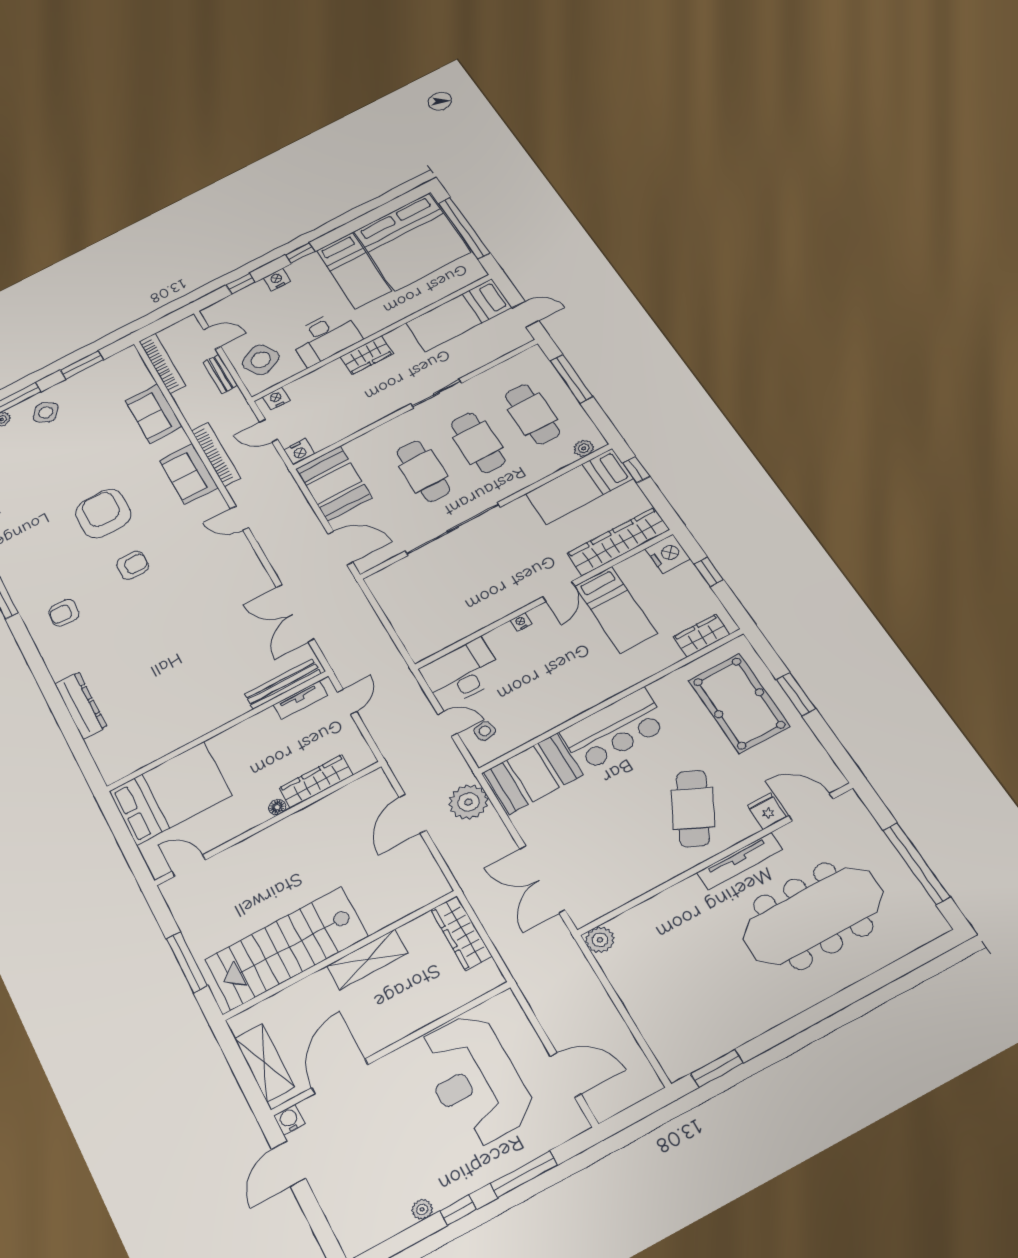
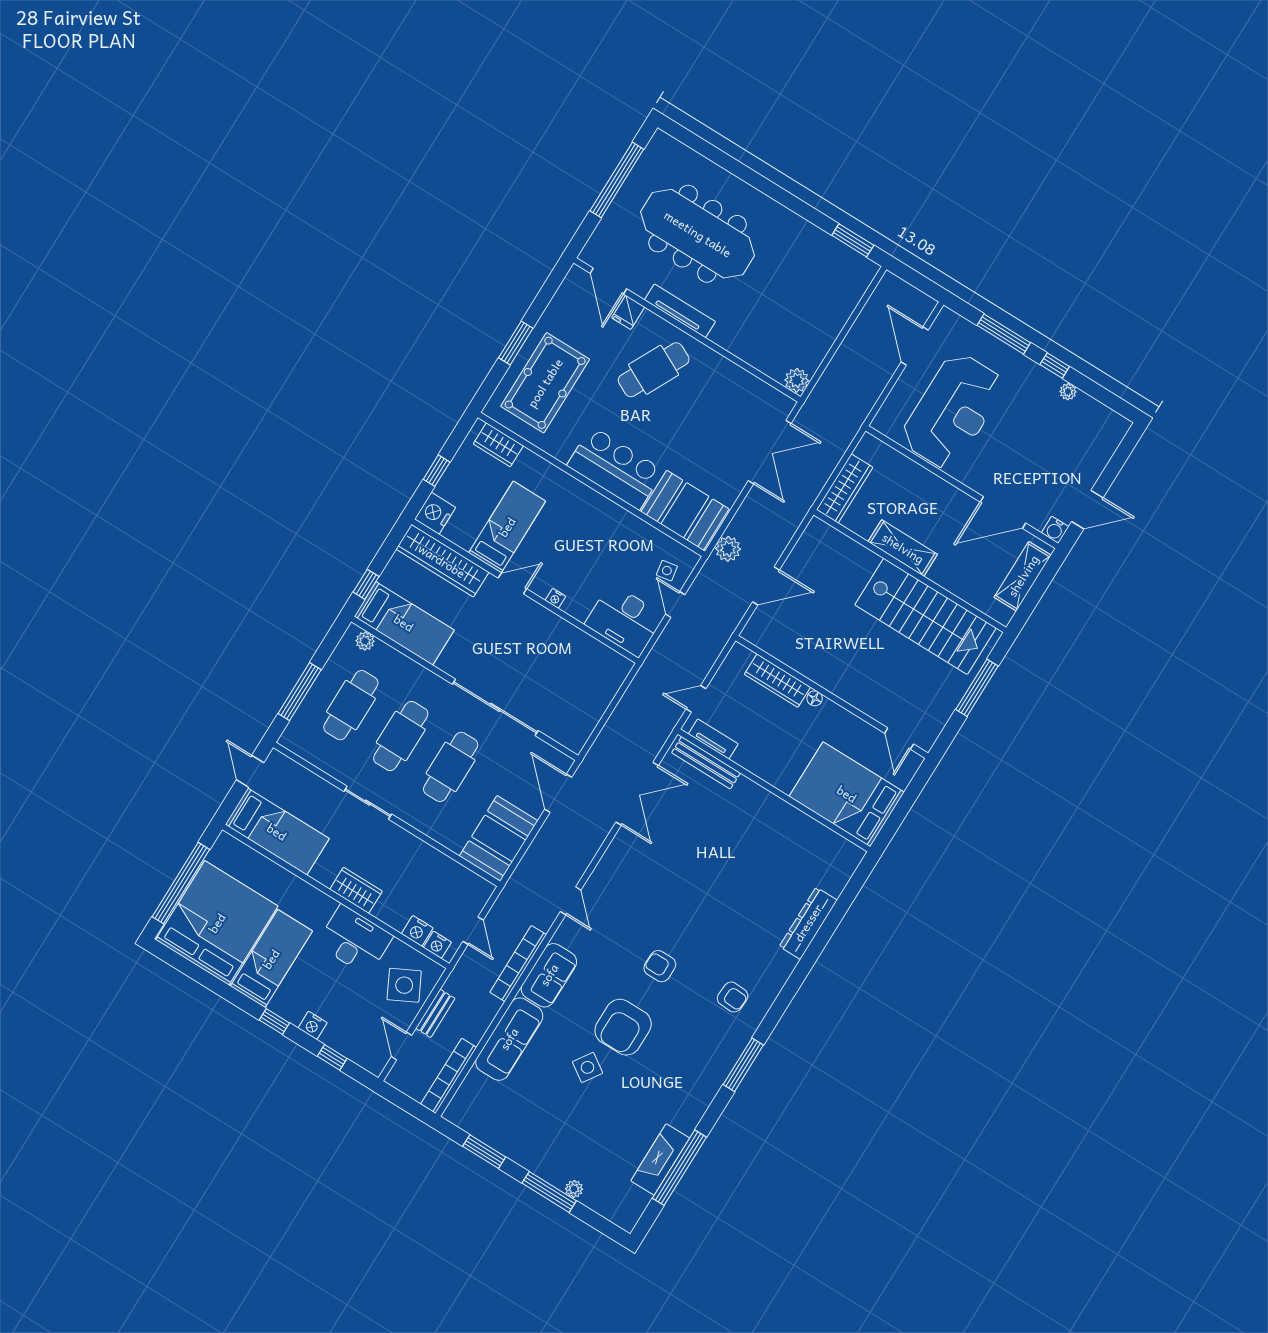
side table: (46, 412) -> (587, 1067), moved
sofa: (154, 414) -> (509, 1039), width x1.36
nightstand: (299, 452) -> (417, 931), moved, turned 180
plant: (468, 802) -> (728, 549), width x0.73, depth x0.73

